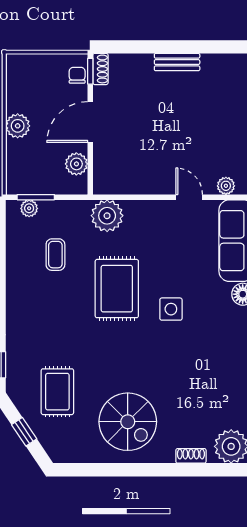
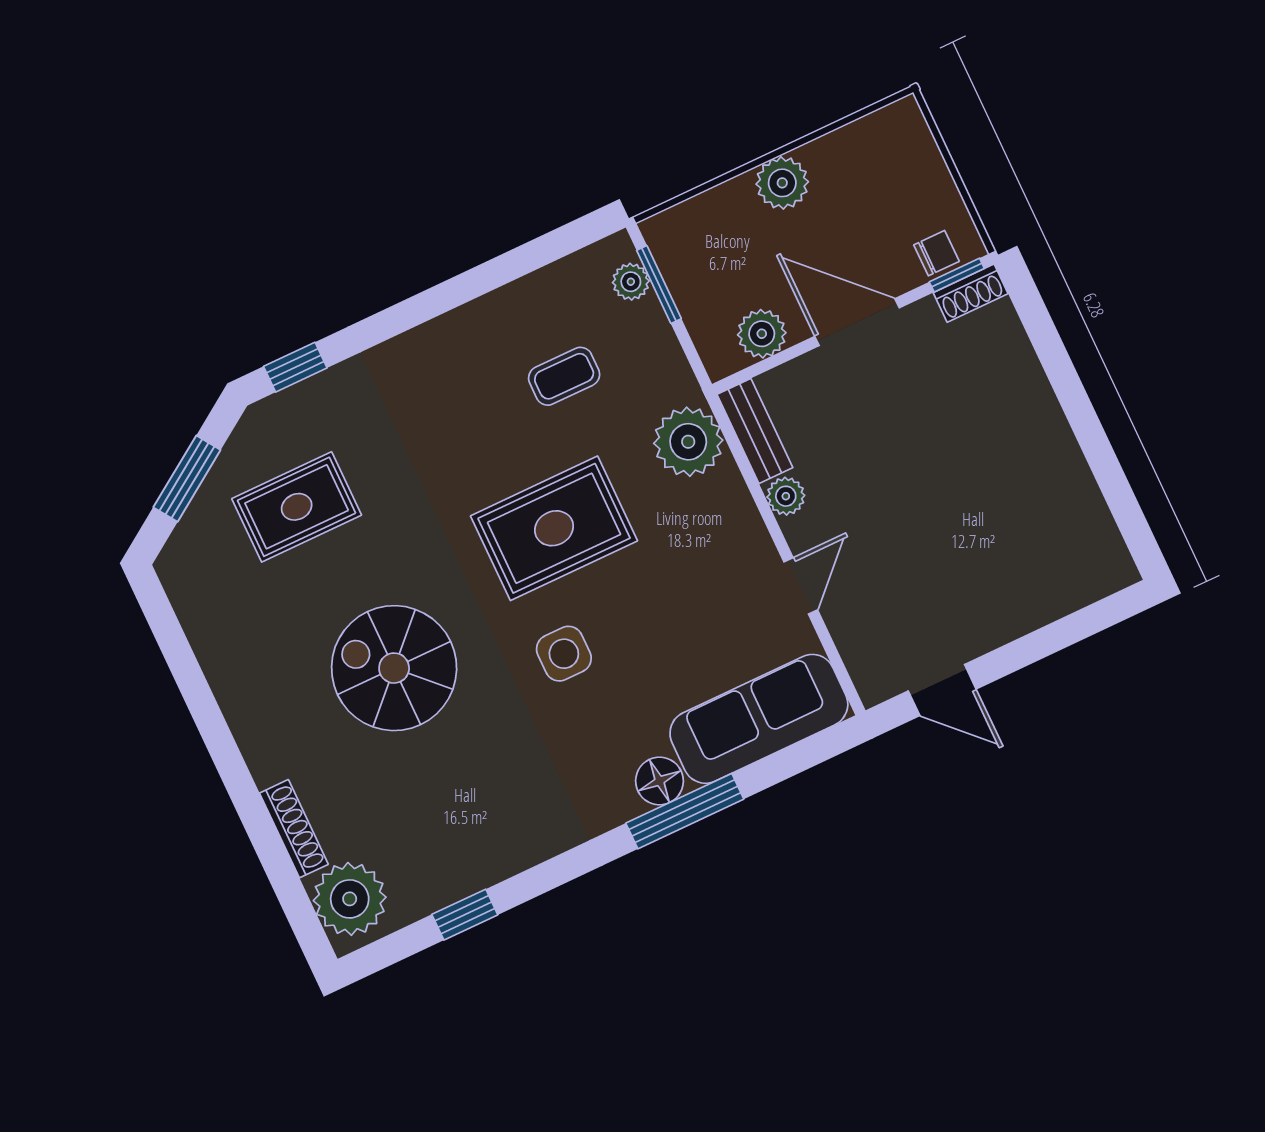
bench: (177, 62) -> (755, 431), moved
plant: (226, 186) -> (786, 496), moved
spiral stairs: (128, 422) -> (394, 668), moved, turned 90
window: (24, 432) -> (187, 479), width x1.50
shoe rack: (191, 456) -> (294, 829), width x1.43

